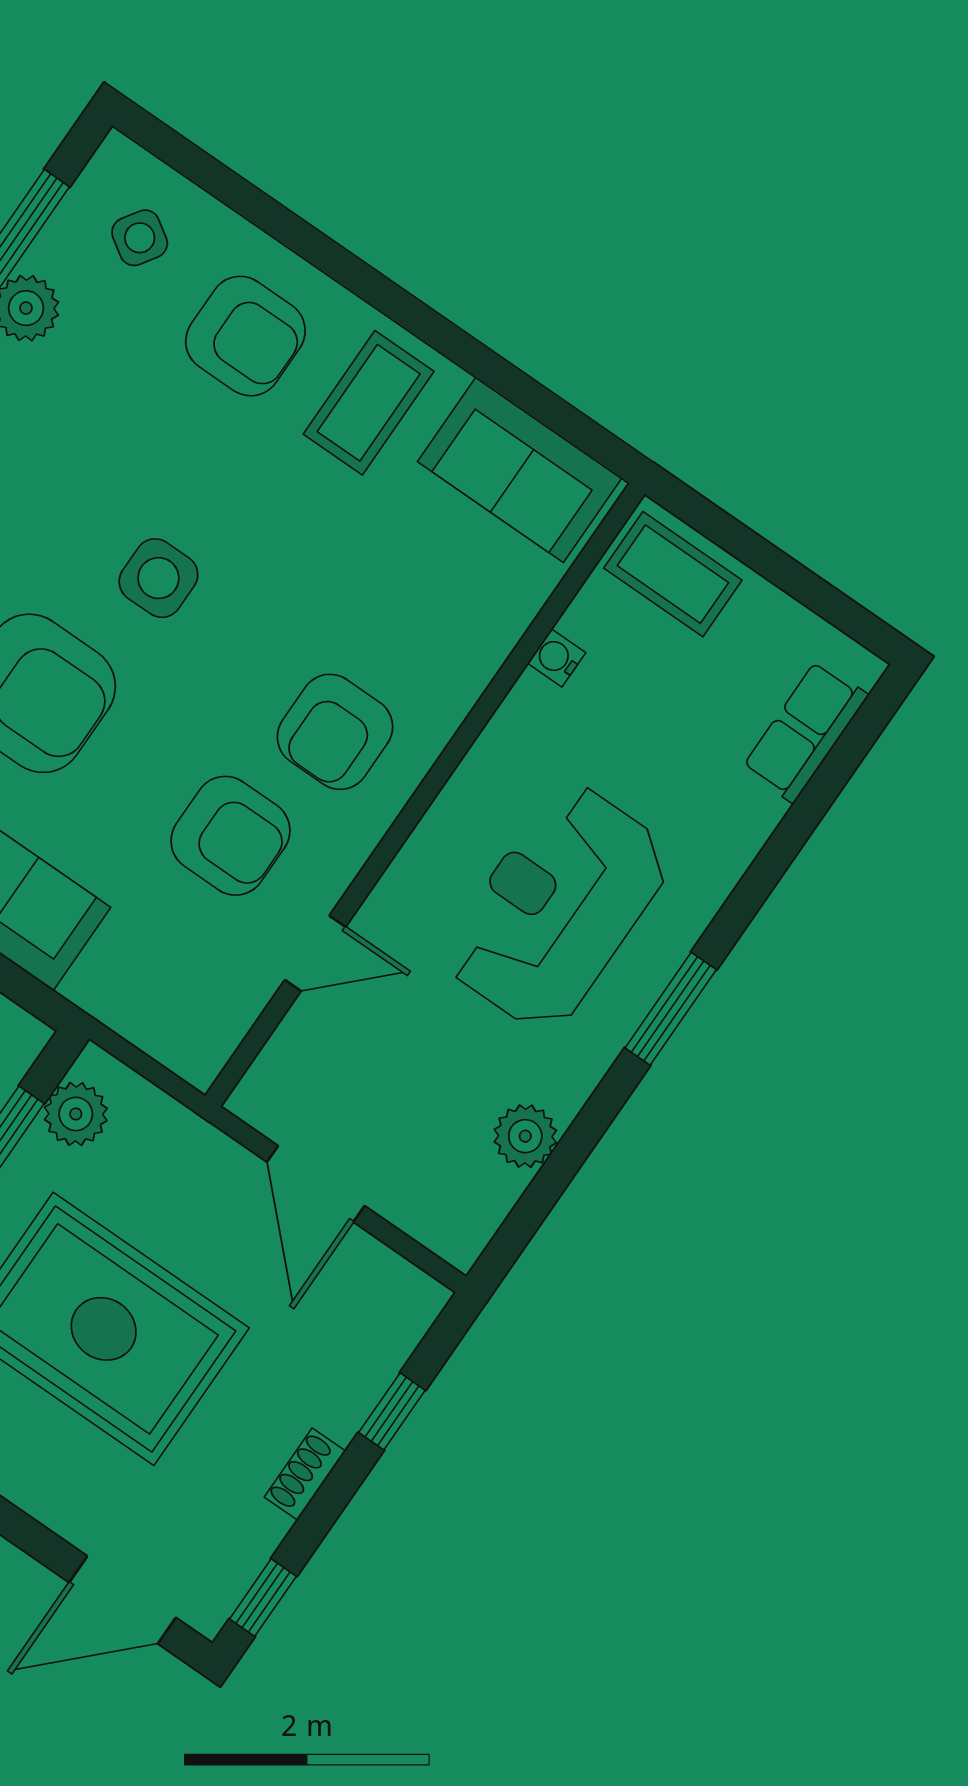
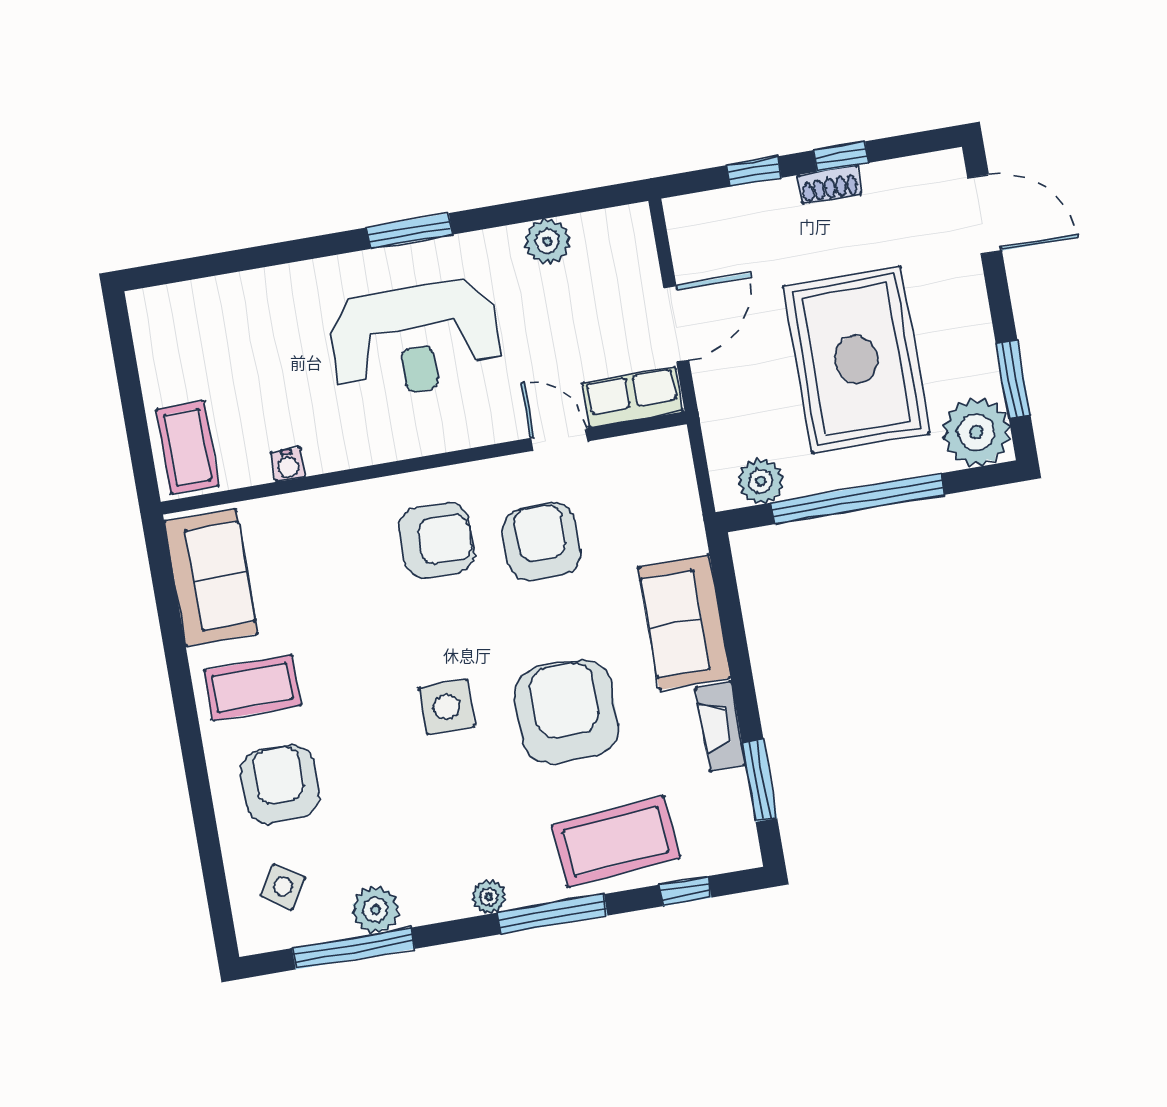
row of seats: (805, 732) -> (632, 397), moved, turned 180
window: (263, 1598) -> (841, 157), moved

